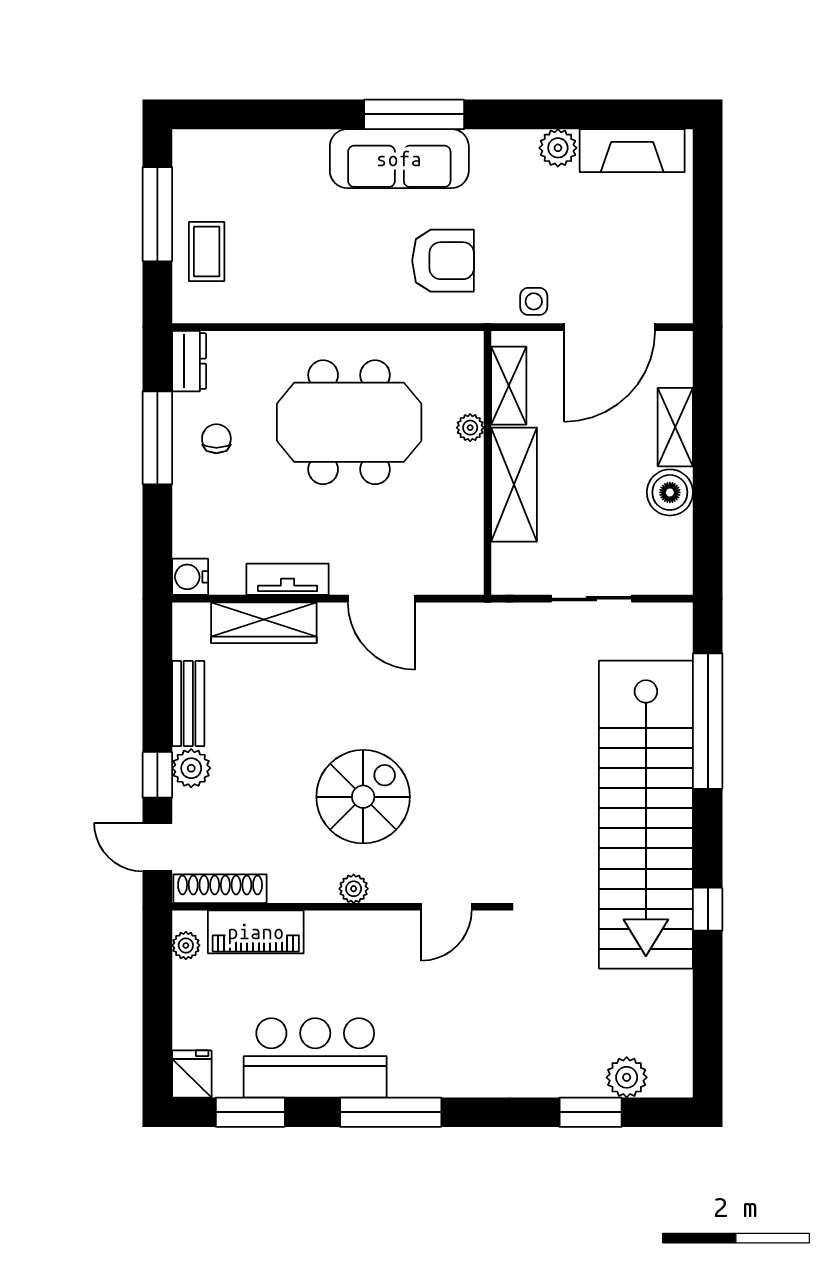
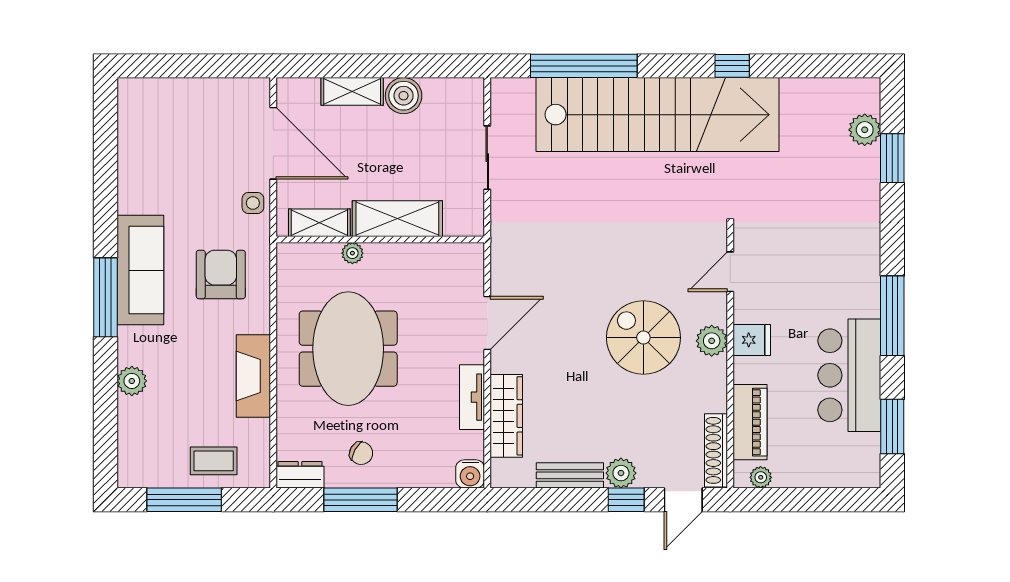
plant: (558, 148) -> (132, 381), moved
fireplace: (632, 151) -> (253, 376), moved, turned 180
sofa: (399, 159) -> (140, 270), moved
chair: (216, 439) -> (361, 453), turned -151
plant: (354, 889) -> (712, 341), width x1.38, depth x1.38
door: (447, 907) -> (730, 272), swing flipped
fridge: (192, 1074) -> (752, 340), moved, turned 180

